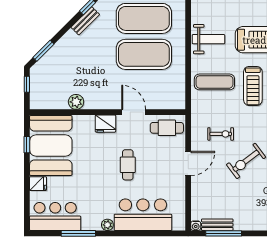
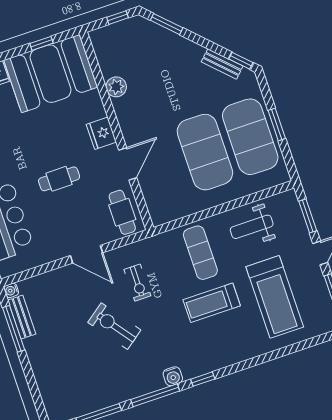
weight bench: (208, 39) -> (252, 227), turned 90

